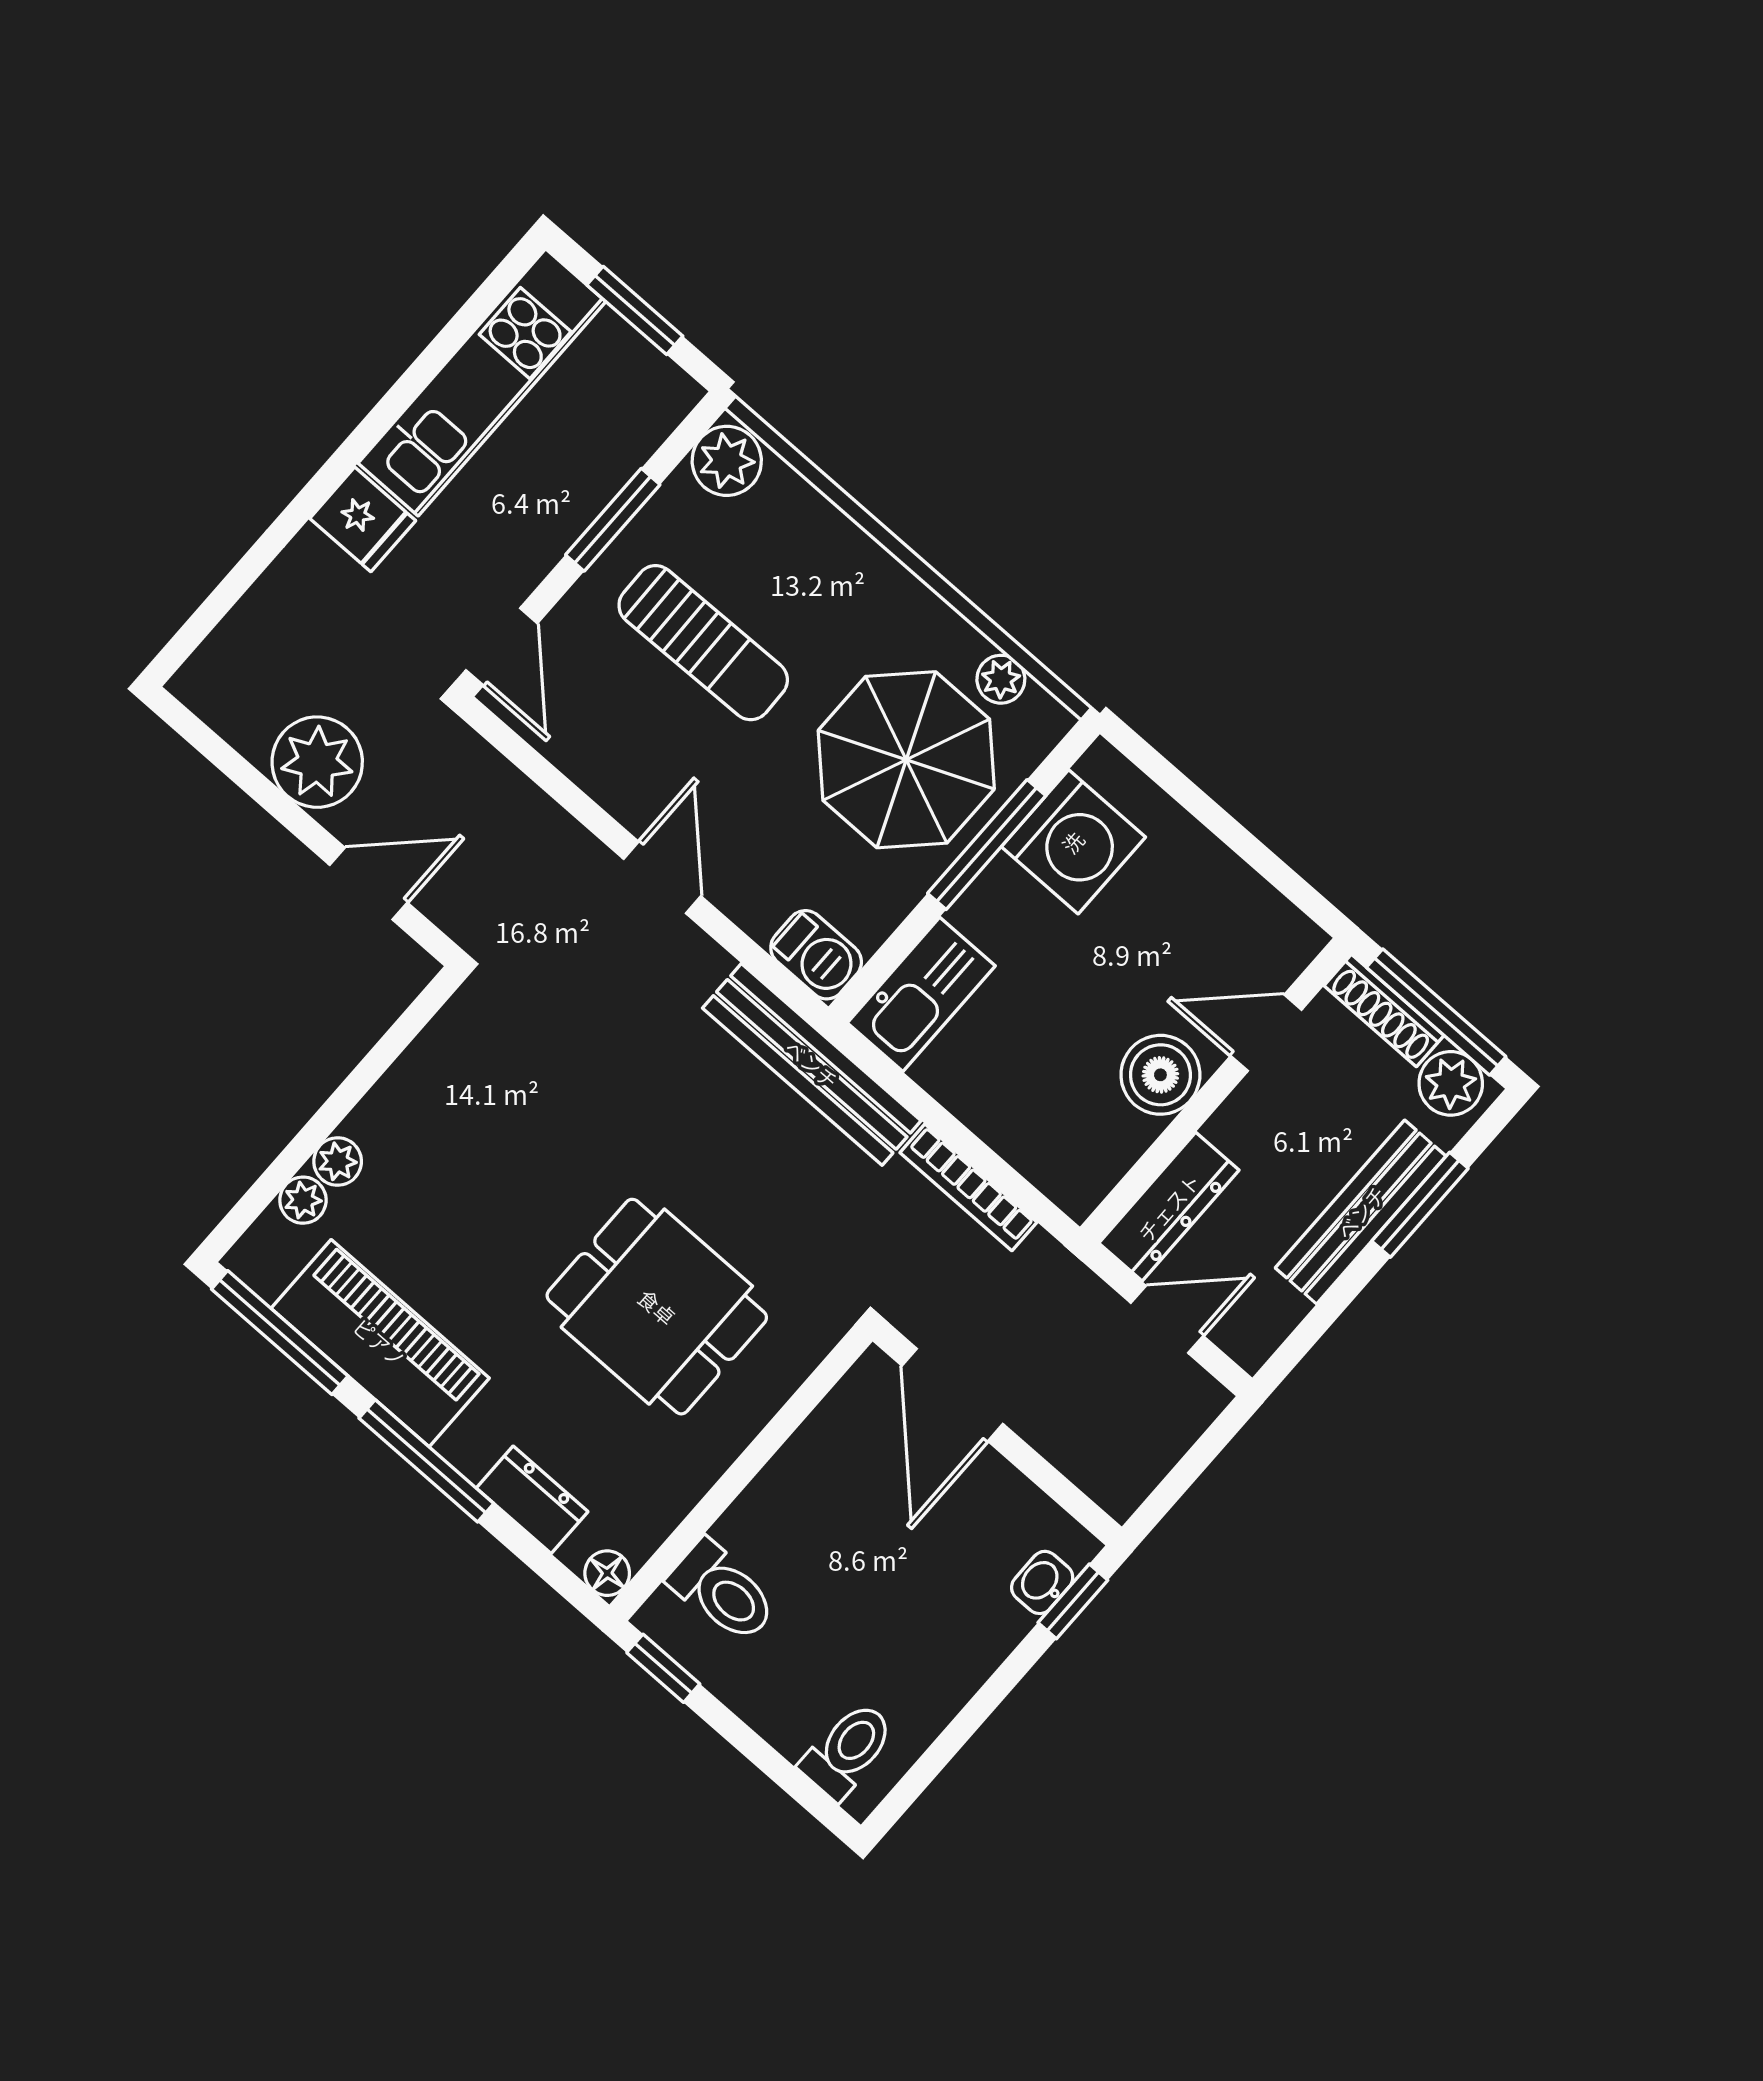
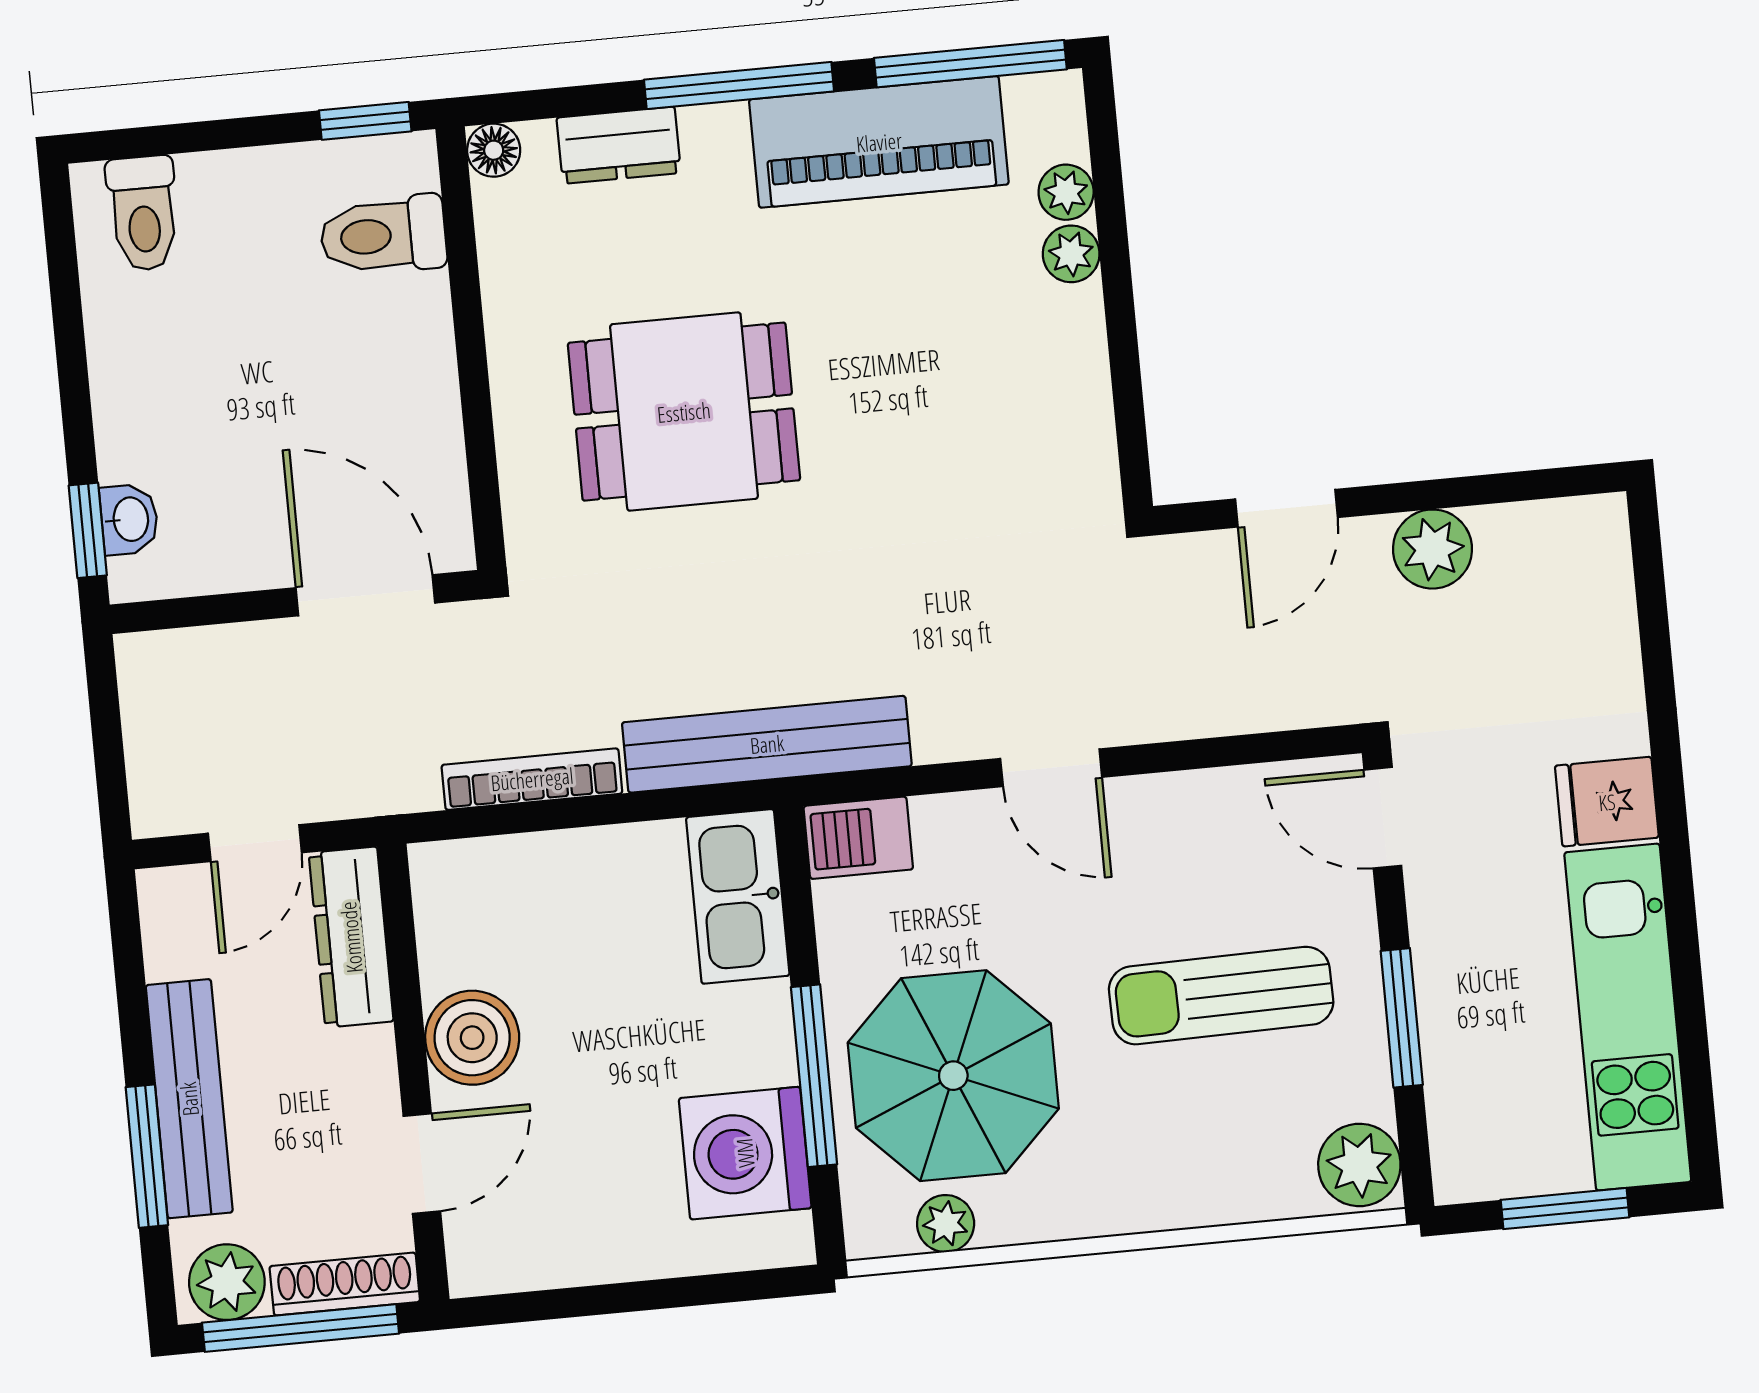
plant: (317, 762) -> (1432, 549), width x0.73, depth x0.73

